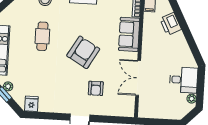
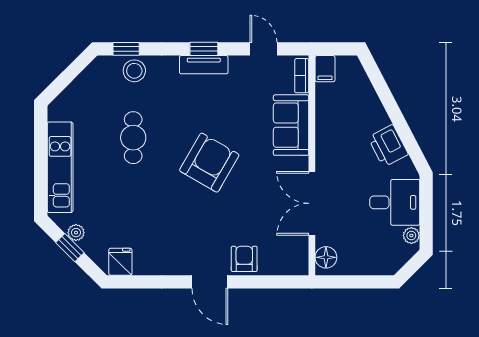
printer: (171, 24) -> (388, 146), moved
armchair: (96, 88) -> (244, 259), moved, turned 180
floor lamp: (144, 108) -> (326, 257), added

